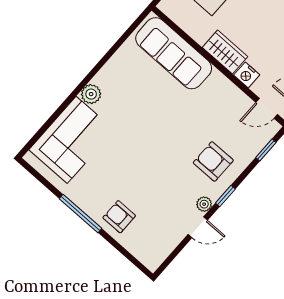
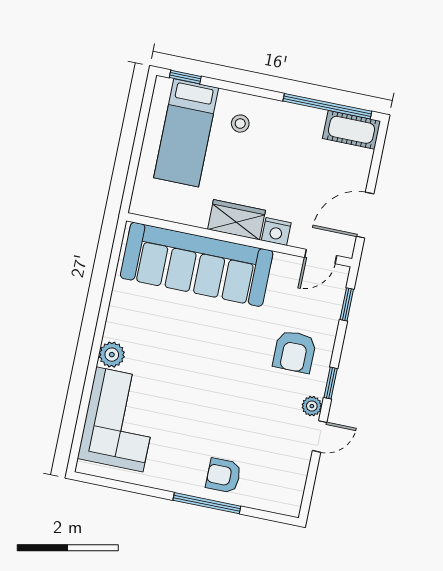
sofa: (174, 53) -> (197, 264), width x1.36, depth x1.27
armchair: (213, 161) -> (294, 352), turned -90
window: (81, 214) -> (207, 503), moved

